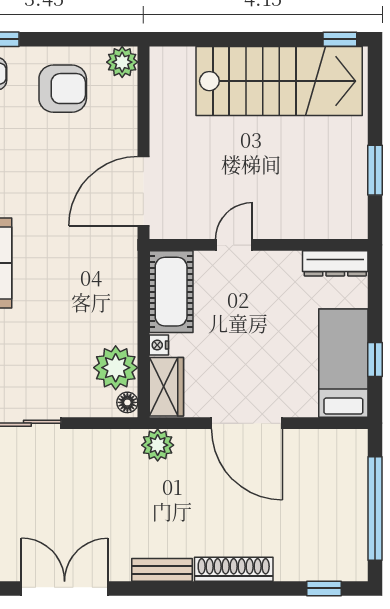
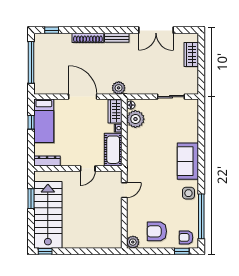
stairs: (279, 81) -> (48, 215), moved, turned 90
door: (143, 191) -> (124, 190), width x0.53

